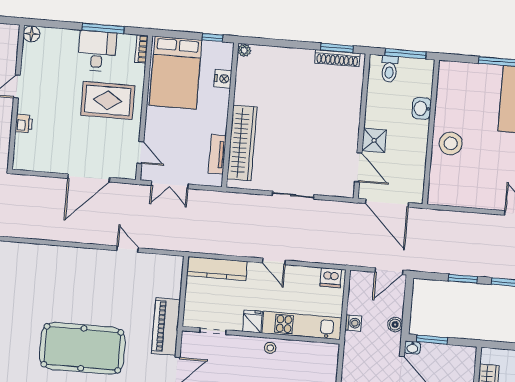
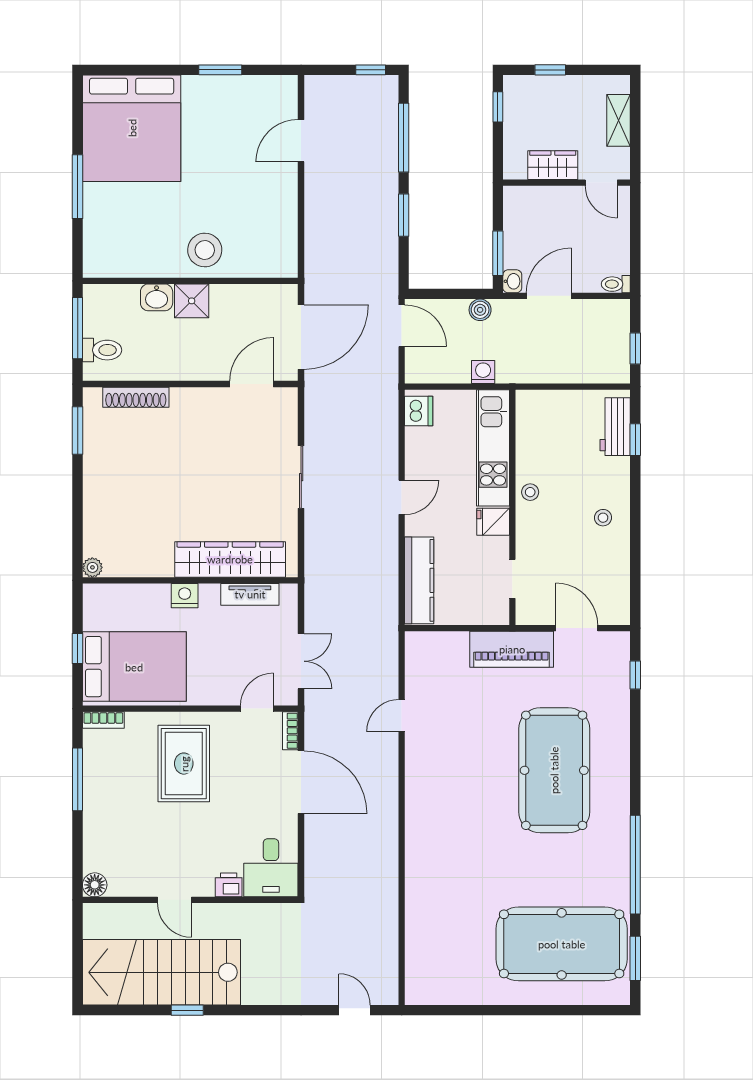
window: (212, 38) -> (78, 649), moved
desk: (97, 51) -> (271, 868), moved, turned -90
shoe rack: (337, 58) -> (136, 397), moved, turned 90
nightstand: (223, 79) -> (185, 596), moved
shower: (374, 140) -> (192, 301), moved
bookcase: (124, 174) -> (290, 731), added

